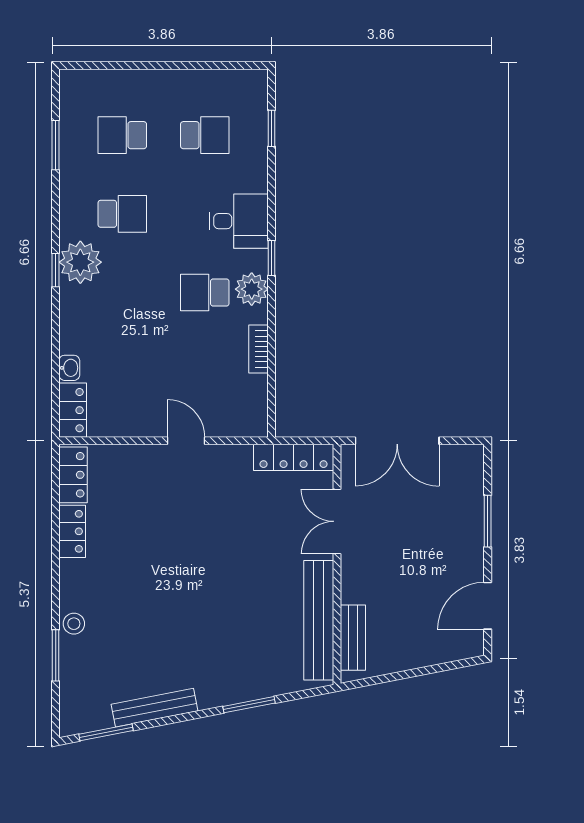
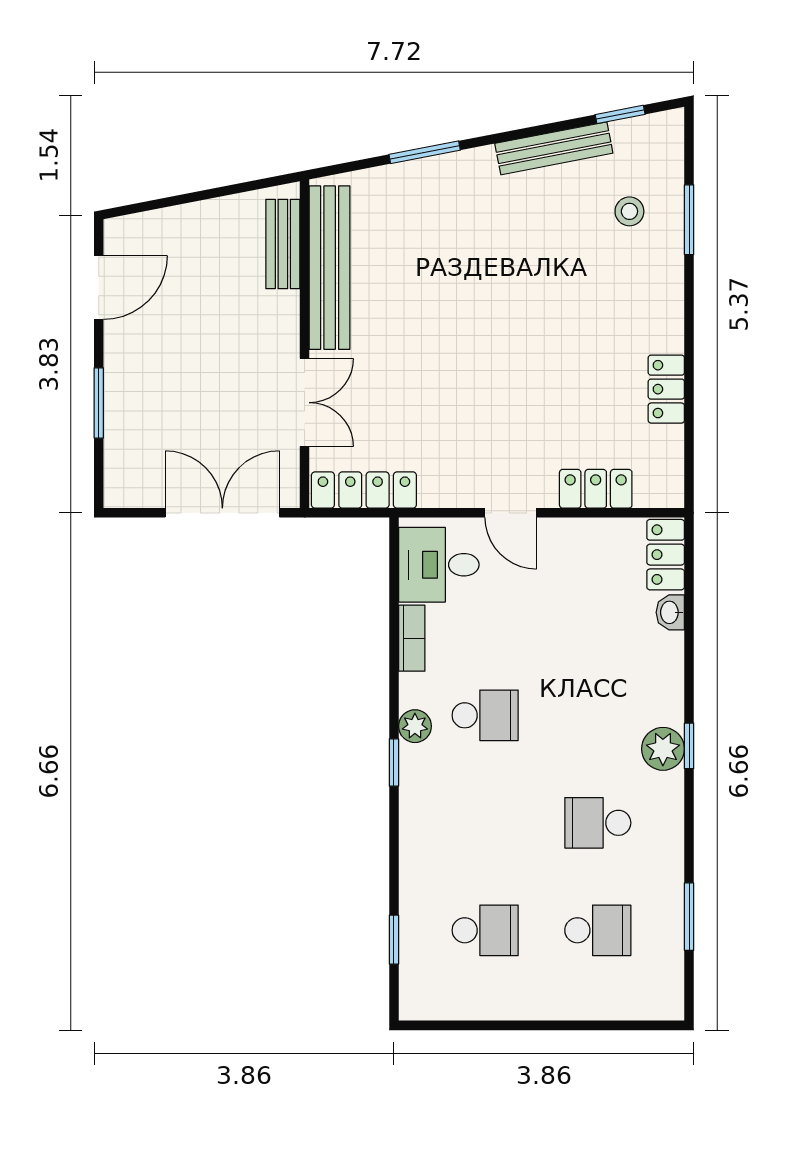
school desk: (205, 135) -> (485, 930), turned 180
desk: (239, 221) -> (439, 565), moved
plant: (80, 262) -> (663, 749), width x0.73, depth x0.73
plant: (252, 289) -> (415, 726), width x0.73, depth x0.73
locker: (73, 475) -> (596, 489), moved, turned 90
stool: (74, 624) -> (629, 211), moved
window: (106, 732) -> (620, 114), width x0.67

